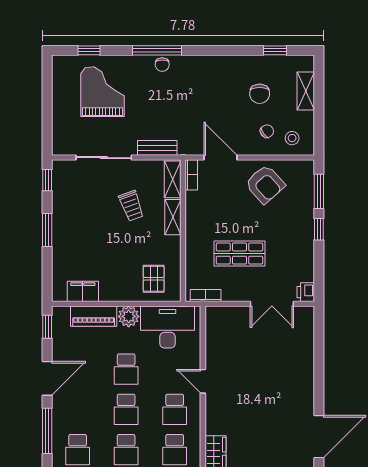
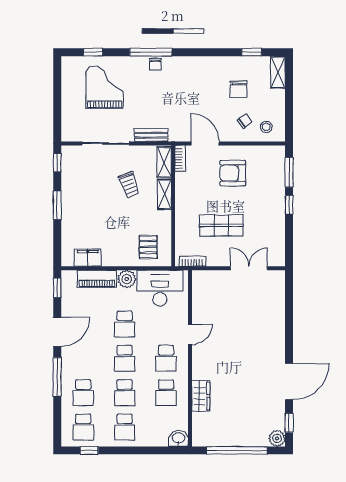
shelving: (306, 91) -> (278, 72), moved
armchair: (265, 184) -> (233, 173), moved, turned 132
printer: (306, 292) -> (278, 258), removed
double door: (272, 304) -> (249, 268), swing flipped
door: (203, 381) -> (190, 334), swing flipped

